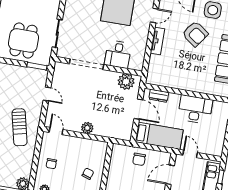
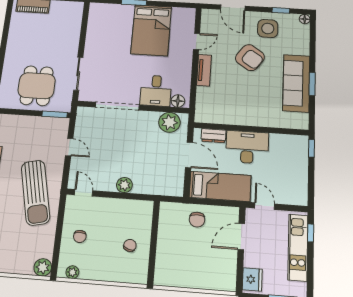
floor lamp: (134, 65) -> (178, 101), added
desk: (195, 109) -> (247, 147), moved
sun lounger: (20, 127) -> (36, 193), width x1.36, depth x1.34

